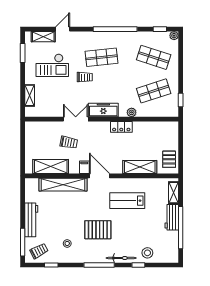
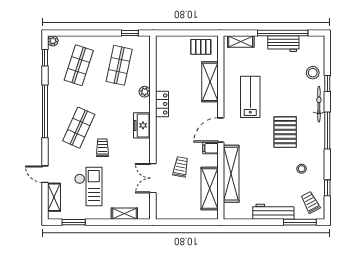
shop shelf: (102, 57) -> (79, 128), turned 30
shop shelf: (154, 91) -> (119, 65), turned 30
freezer: (103, 110) -> (142, 125), width x0.71
double door: (76, 119) -> (153, 178), moved
lab bench: (127, 201) -> (250, 97), turned 180
workbench: (172, 217) -> (283, 44), moved

